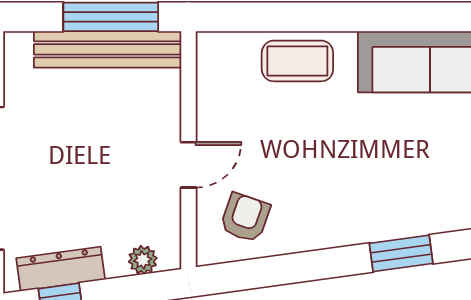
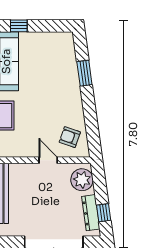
plant: (143, 260) -> (82, 180), width x1.88, depth x1.88

